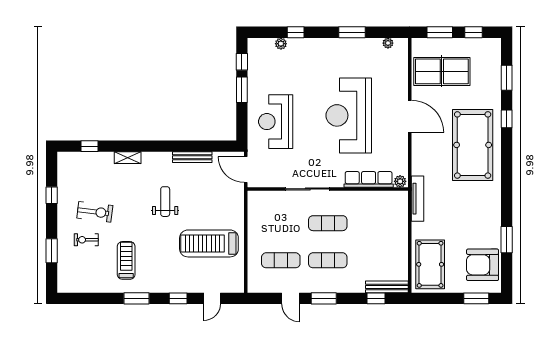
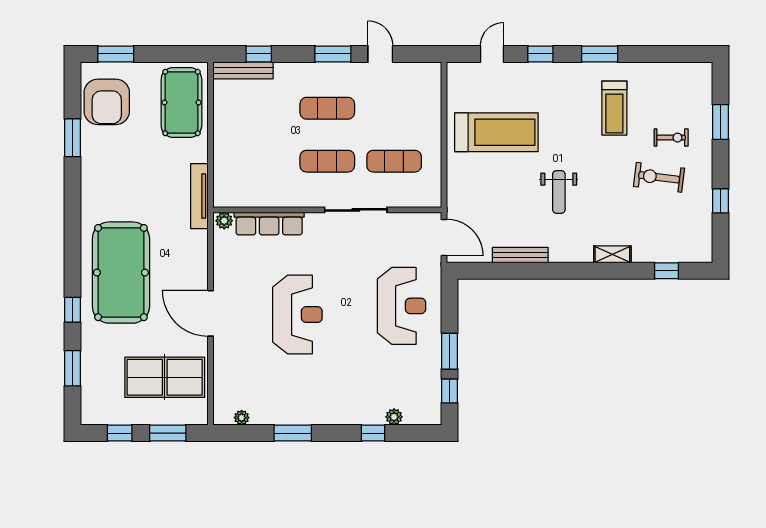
reception desk: (349, 115) -> (297, 315), width x0.74, depth x0.77
exercise mat: (281, 260) -> (394, 161), moved
armchair: (483, 265) -> (107, 102), turned 90

